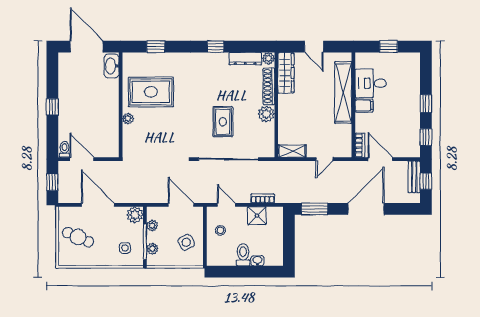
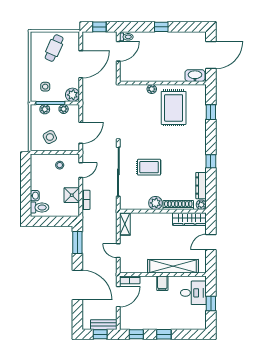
desk: (371, 83) -> (193, 293), moved, turned 90
toilet: (243, 255) -> (40, 207), moved

